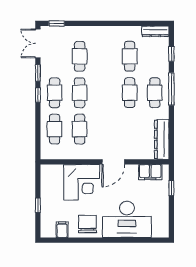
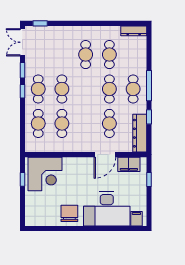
window: (171, 54) -> (149, 117), moved
cafe table: (80, 56) -> (86, 55), moved
cafe table: (130, 129) -> (109, 123), added
door: (113, 162) -> (105, 155), moved
corner desk: (82, 182) -> (45, 174), moved
window: (38, 205) -> (22, 179), moved
filing cabinet: (62, 230) -> (136, 219), moved

